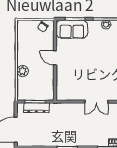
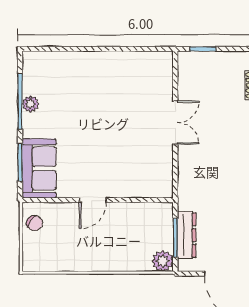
plant: (23, 71) -> (163, 261), moved

